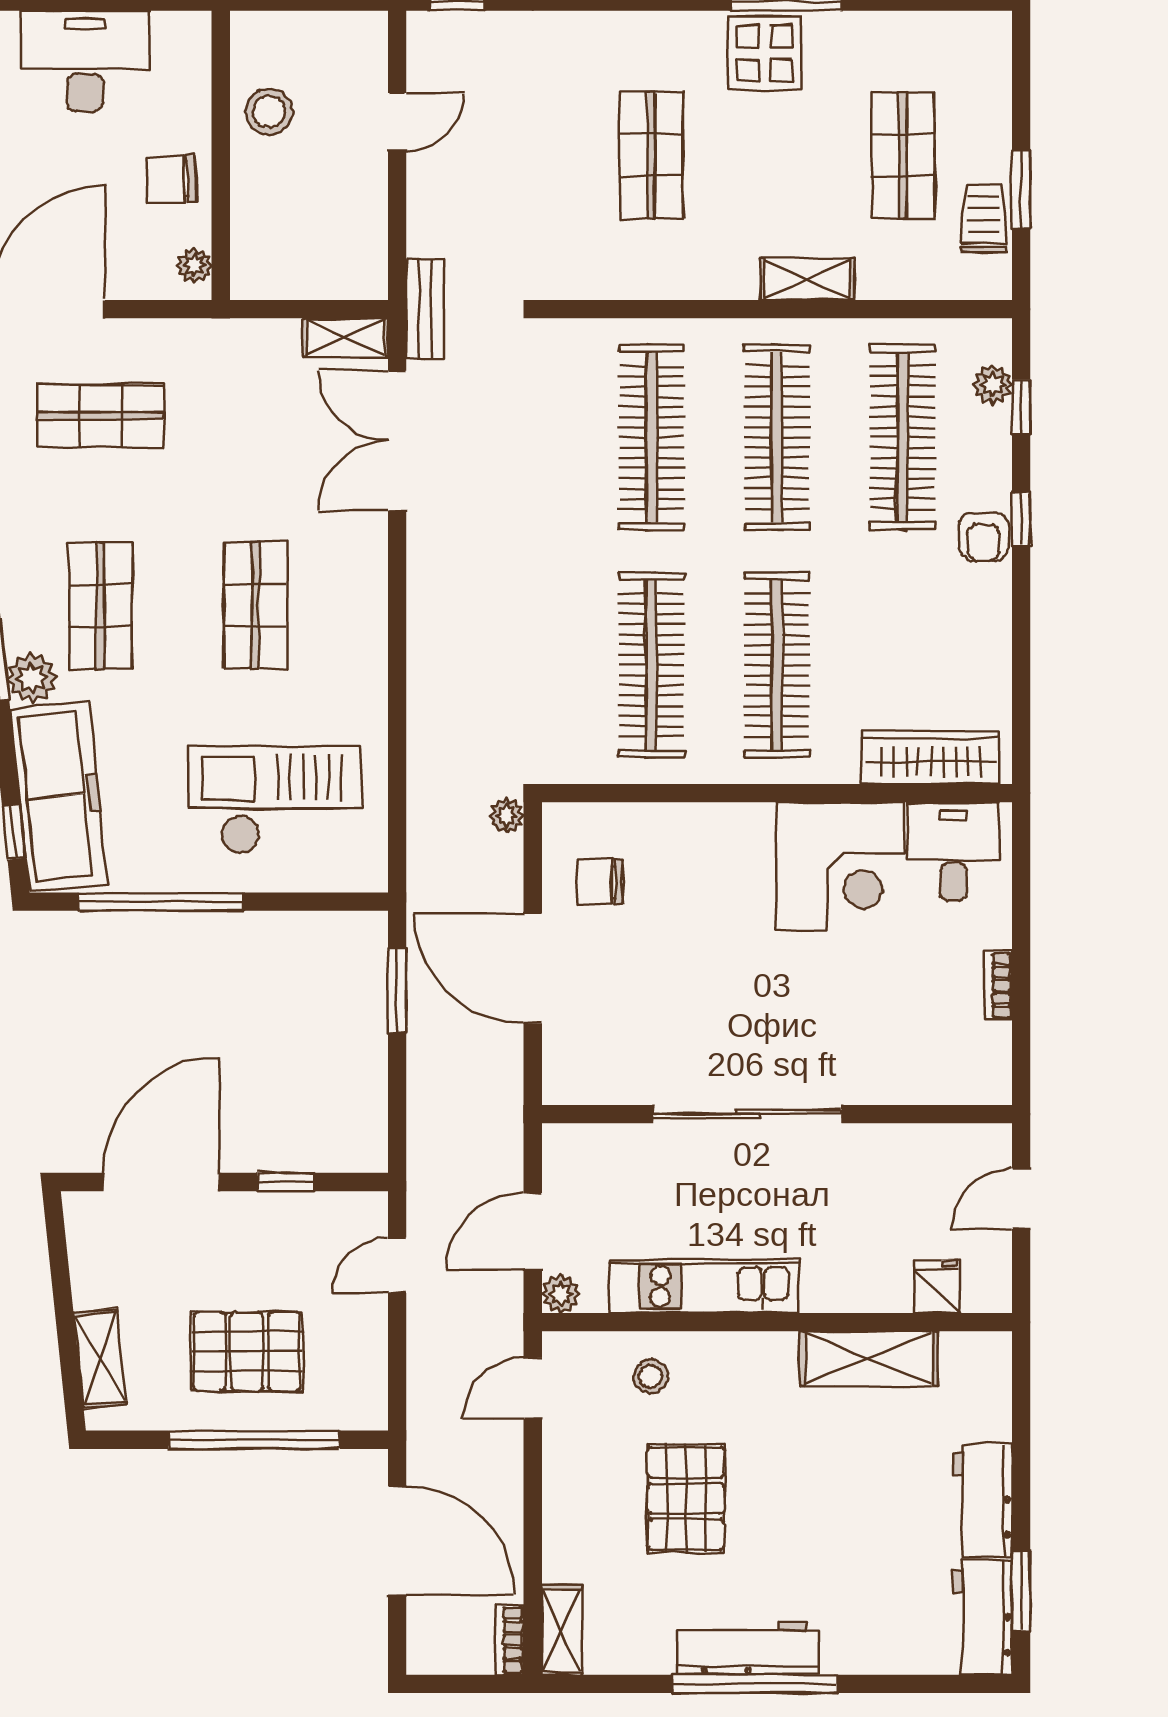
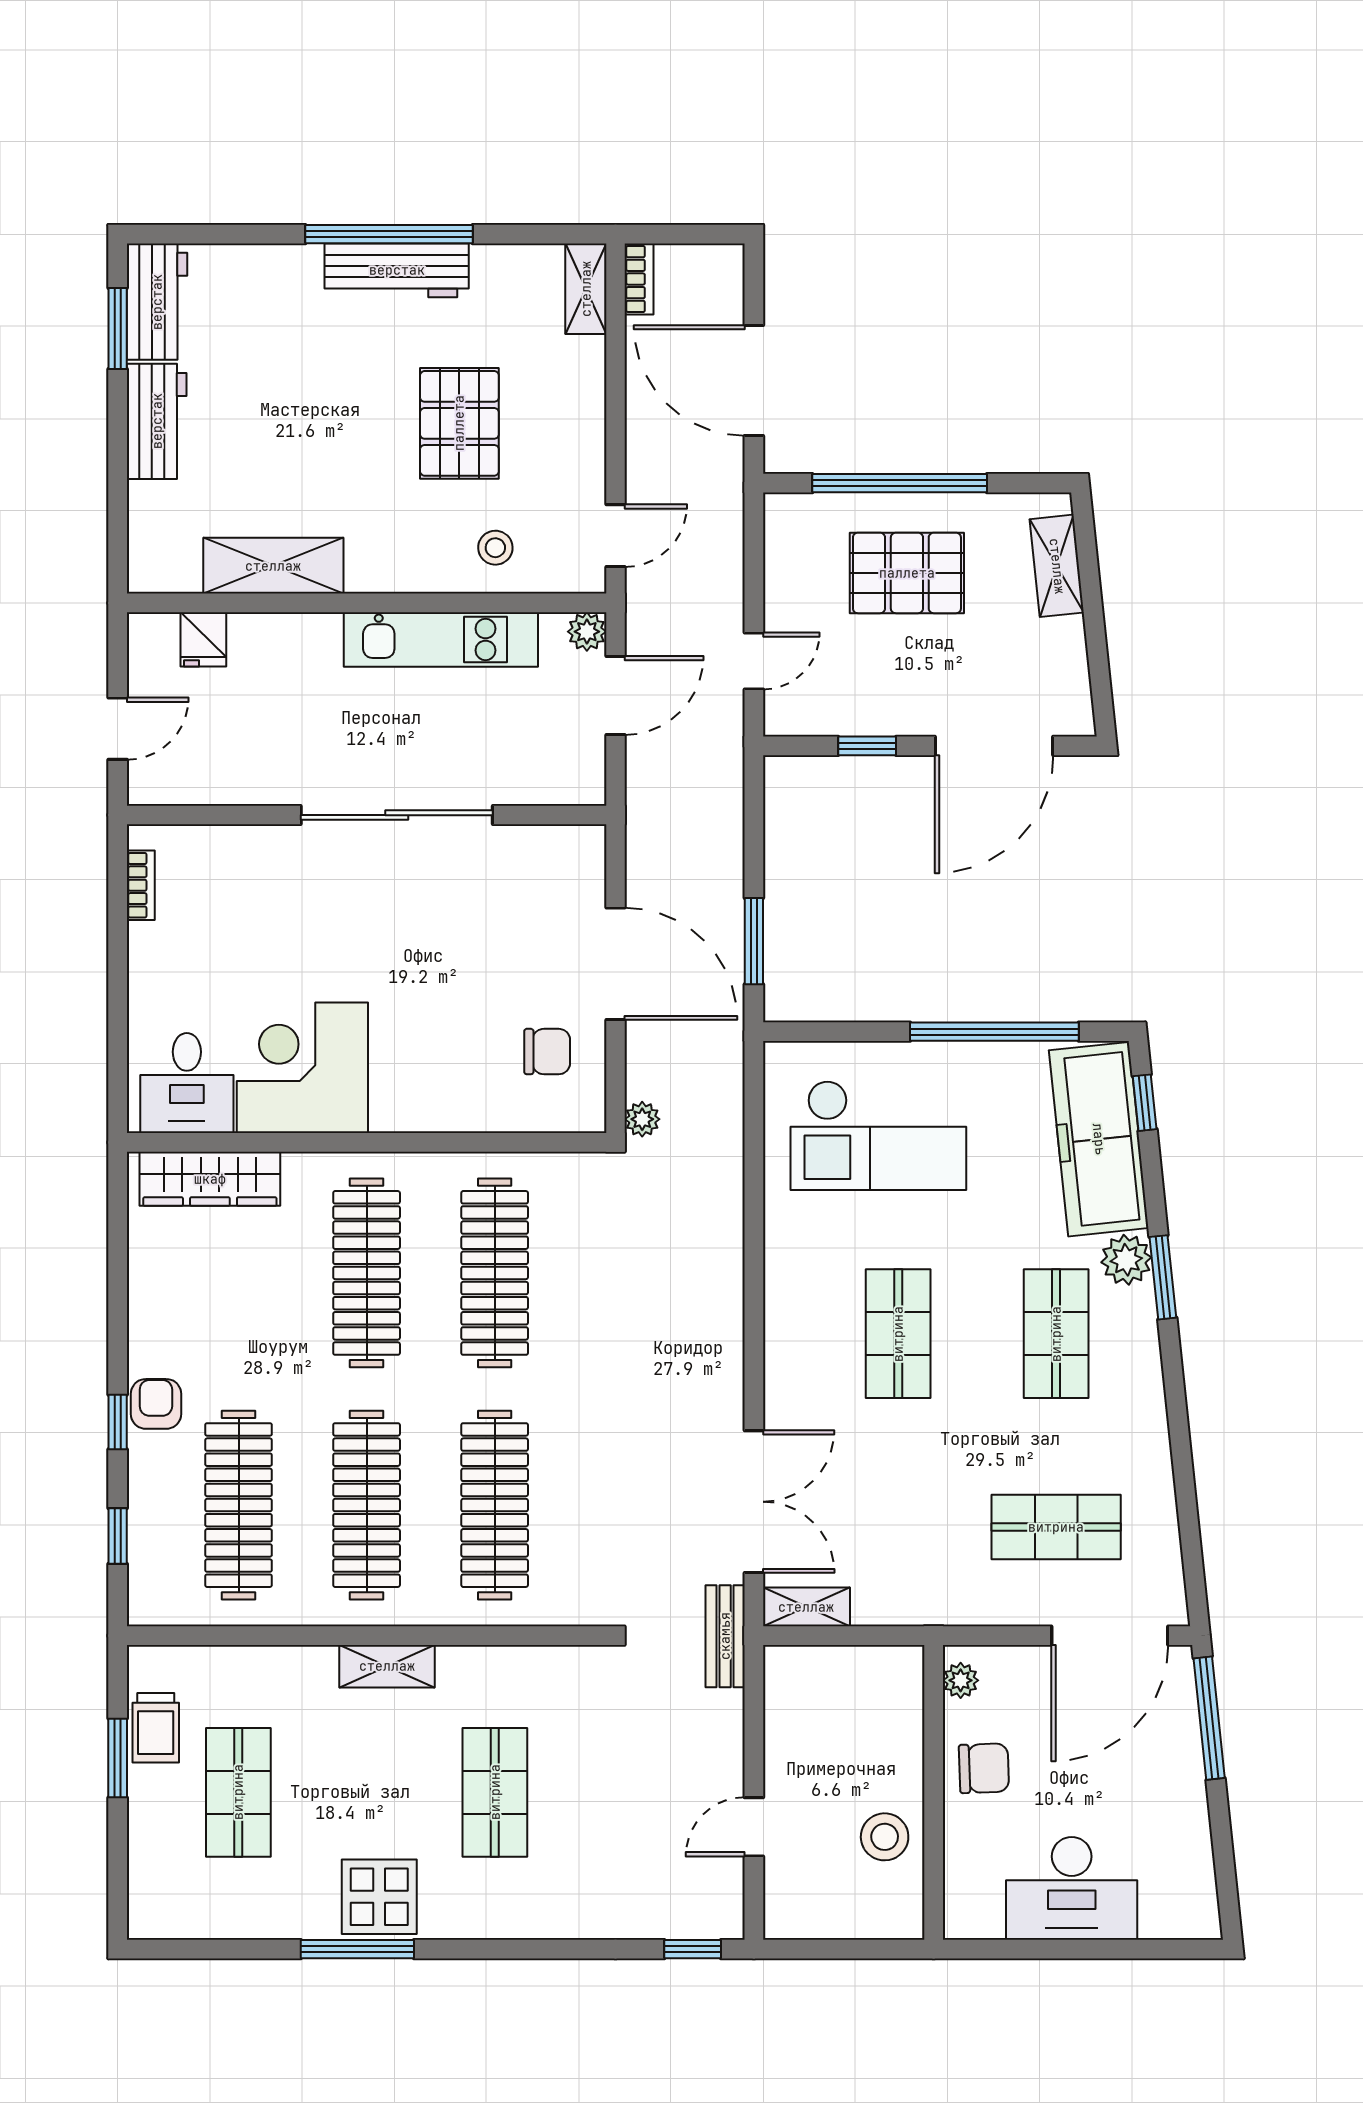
shelving: (807, 279) -> (387, 1666), moved
plant: (993, 385) -> (147, 1559), removed
bookcase: (998, 985) -> (141, 885), moved

